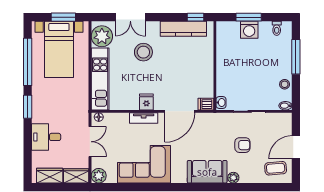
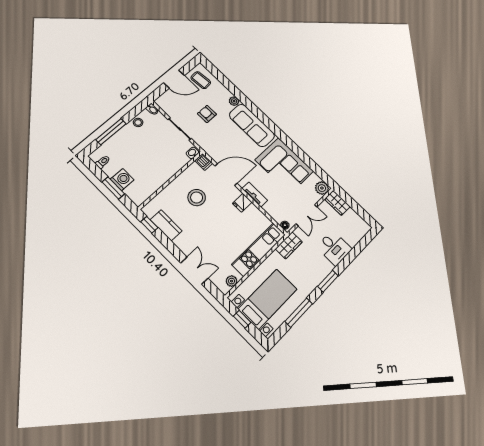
window: (63, 17) -> (242, 319), width x0.67
kitchen counter: (183, 29) -> (166, 225), width x0.67
plant: (102, 36) -> (232, 281), width x0.53, depth x0.53
stool: (143, 52) -> (197, 198), moved
window: (28, 62) -> (299, 313), width x0.68
double door: (90, 142) -> (307, 215), swing flipped
sofa: (207, 172) -> (252, 125), width x1.36
wardrobe: (50, 176) -> (289, 245), moved, turned -90

